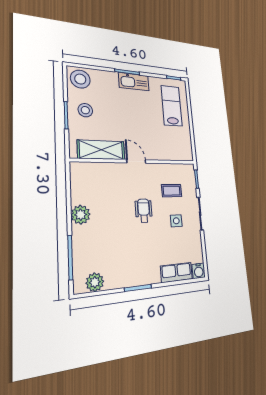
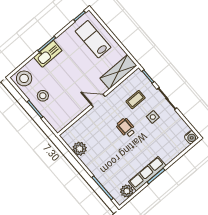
kitchen sink: (134, 82) -> (48, 54), moved
shelving: (101, 150) -> (118, 72), moved
plant: (81, 215) -> (80, 149), moved
row of seats: (177, 272) -> (147, 174), moved, width x1.48

